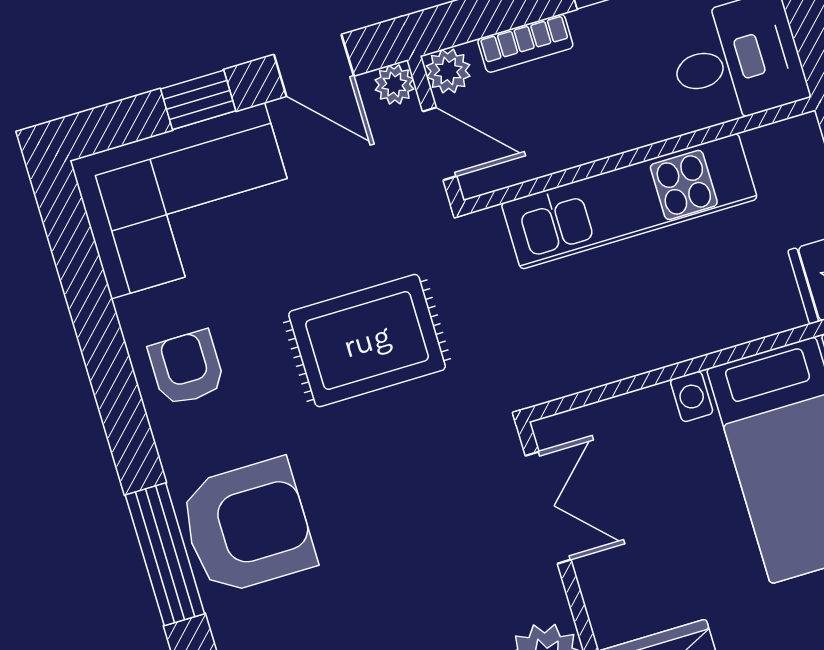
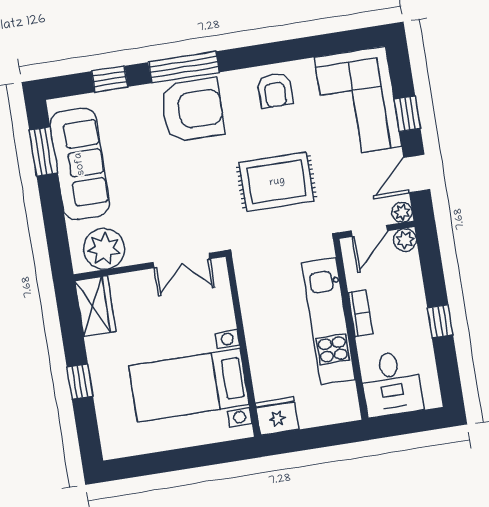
bookcase: (525, 43) -> (360, 313), moved, turned 180
rug: (367, 341) -> (277, 182), turned 90
armchair: (187, 368) -> (275, 90), turned 90
armchair: (247, 526) -> (192, 110), turned -90

